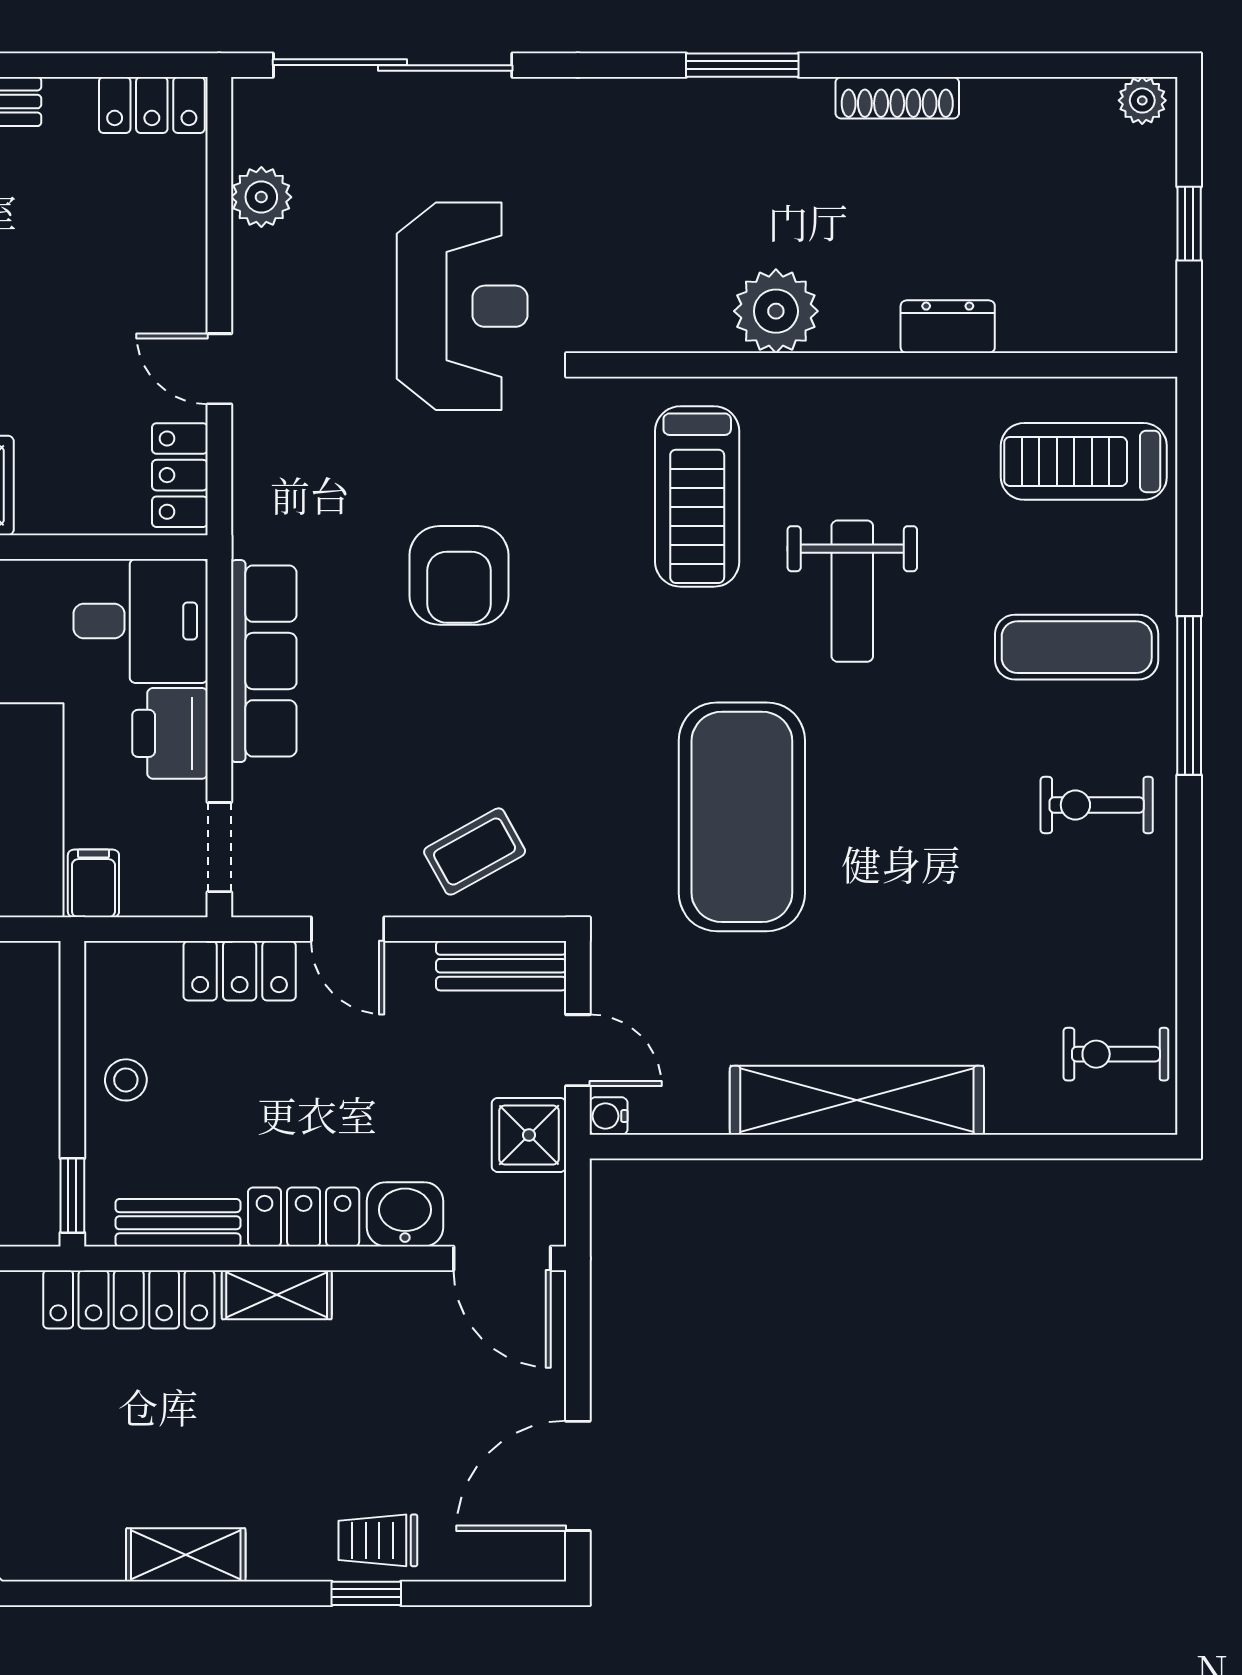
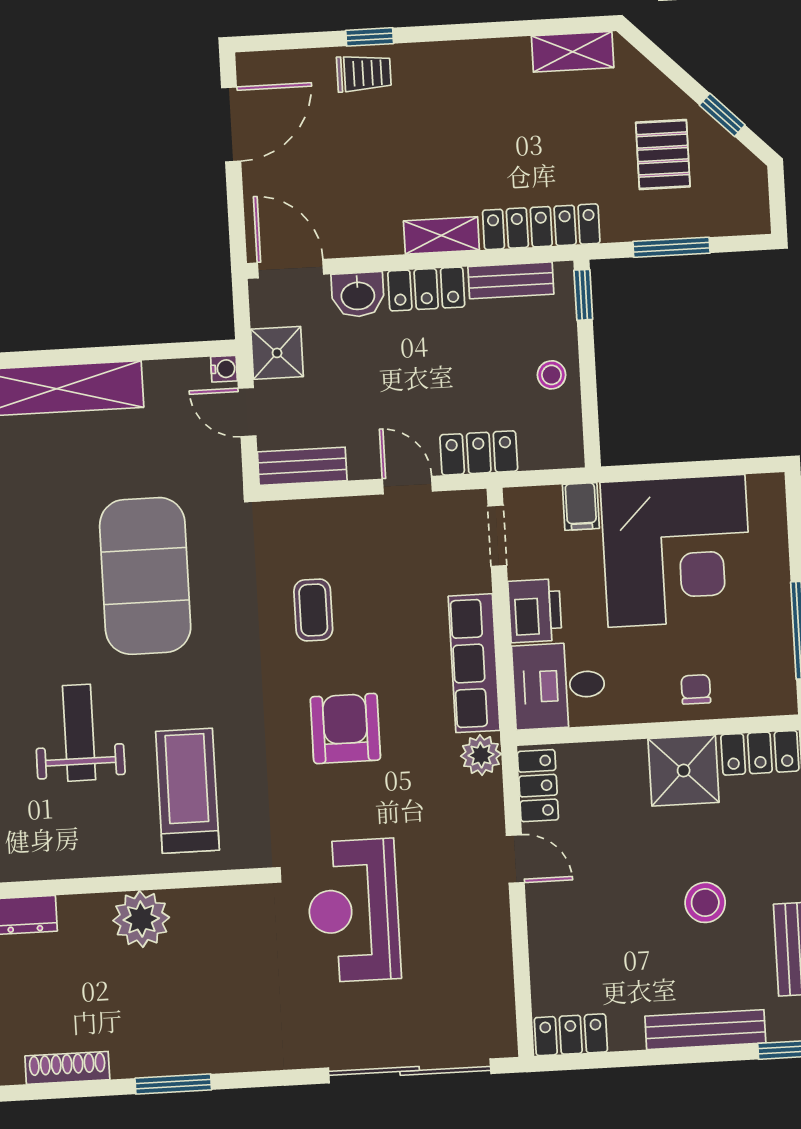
plant: (261, 197) -> (481, 755), moved
coffee table: (475, 851) -> (313, 610), moved, turned -61
shelving: (186, 1555) -> (573, 52), moved

